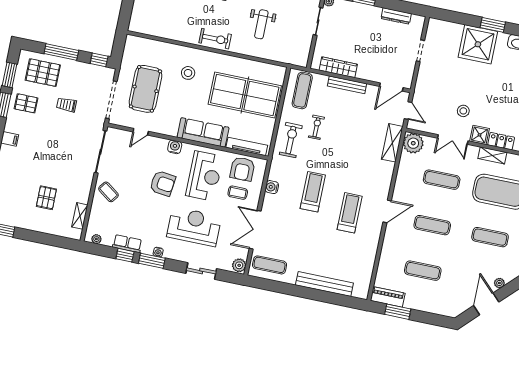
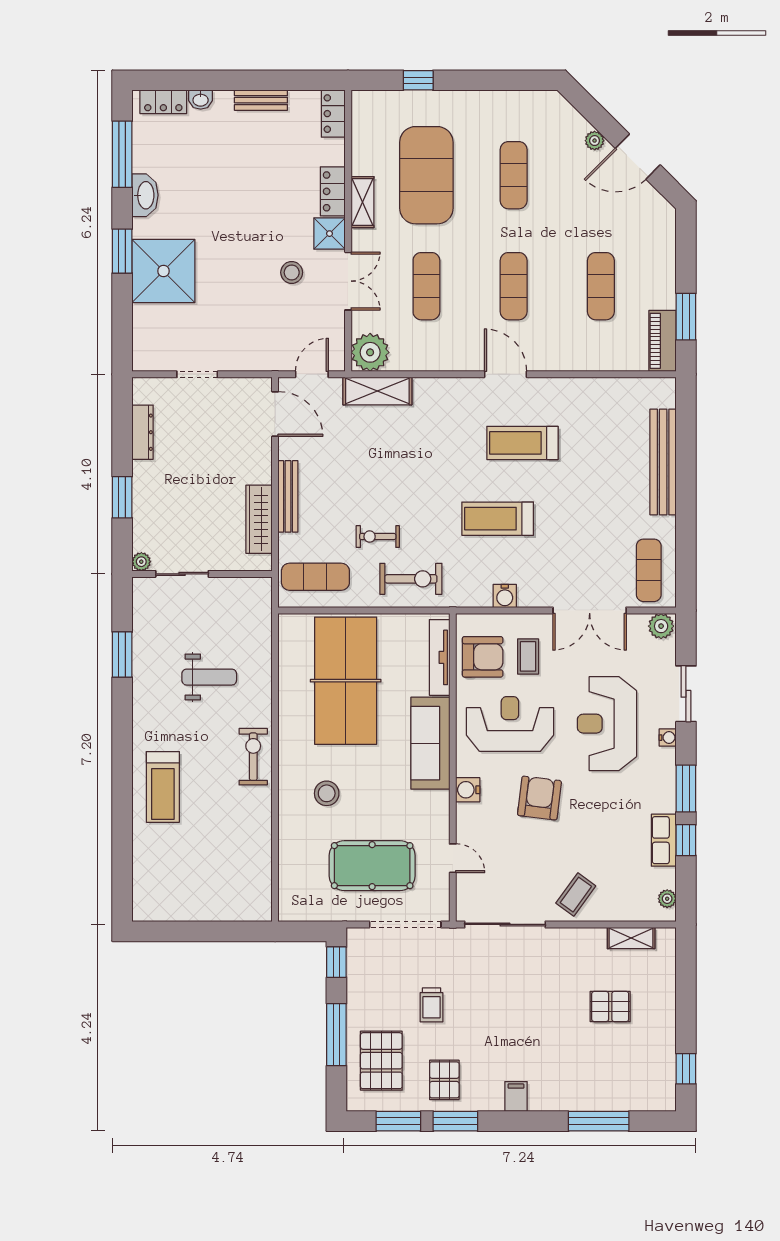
exercise bike: (291, 140) -> (411, 579), turned 180
water cooler: (158, 252) -> (668, 738), moved

